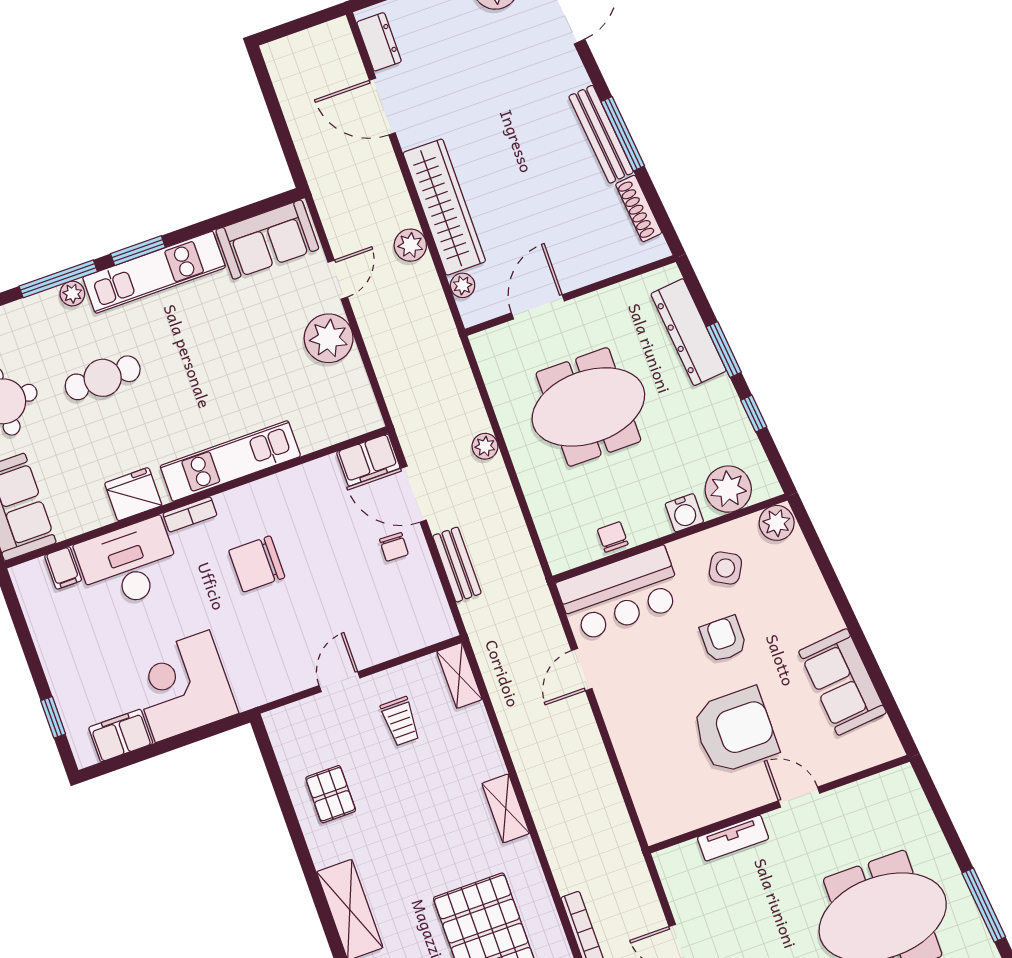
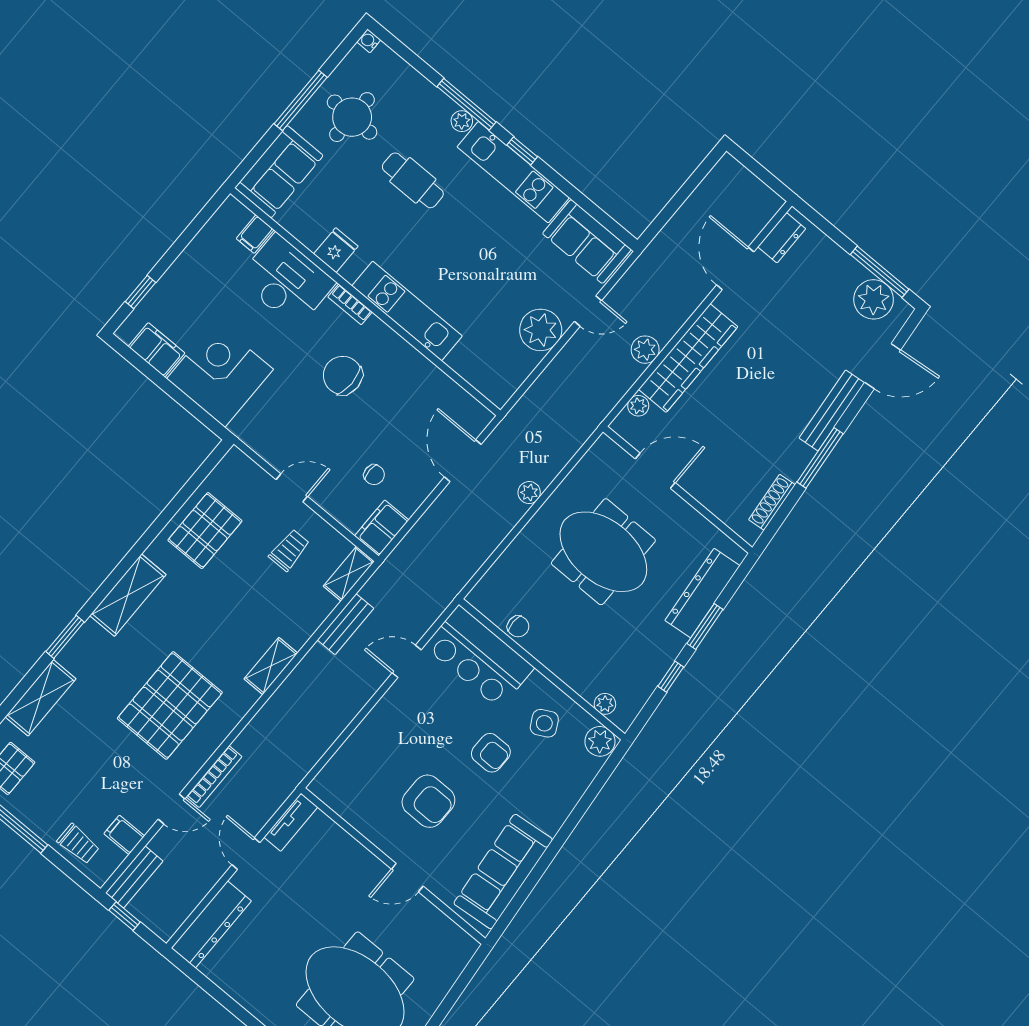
bench: (601, 134) -> (832, 410), moved
window: (138, 251) -> (522, 151), width x0.67
filing cabinet: (368, 460) -> (382, 528), moved, turned 90
plant: (728, 489) -> (605, 704), width x0.53, depth x0.53
fridge: (133, 494) -> (336, 250), width x0.72
water cooler: (684, 513) -> (567, 669), removed
chair: (613, 537) -> (518, 626), turned 90
chair: (394, 547) -> (374, 475), moved, turned -92
bench: (457, 565) -> (345, 624), moved
side table: (725, 568) -> (544, 723), turned 33
armchair: (723, 639) -> (491, 753), turned 90
sofa: (843, 682) -> (503, 871), width x1.36
trolley: (400, 721) -> (289, 550), turned 180
armchair: (735, 730) -> (428, 801), width x0.73, depth x0.73
pallet: (331, 794) -> (205, 531), width x1.50, depth x1.42
door: (799, 797) -> (407, 878), swing flipped
tv unit: (733, 838) -> (291, 822), moved, turned -90

